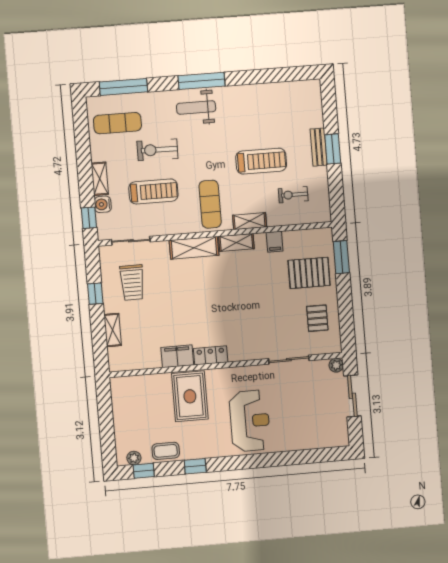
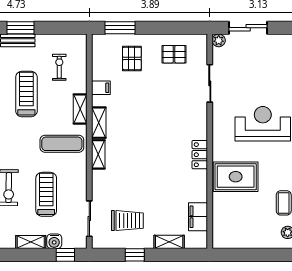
exercise bike: (293, 195) -> (59, 67), turned 180
shelving: (194, 248) -> (98, 154), width x0.67, depth x0.75
pallet: (309, 273) -> (132, 58), width x0.67, depth x0.71
filing cabinet: (177, 356) -> (198, 217), moved

